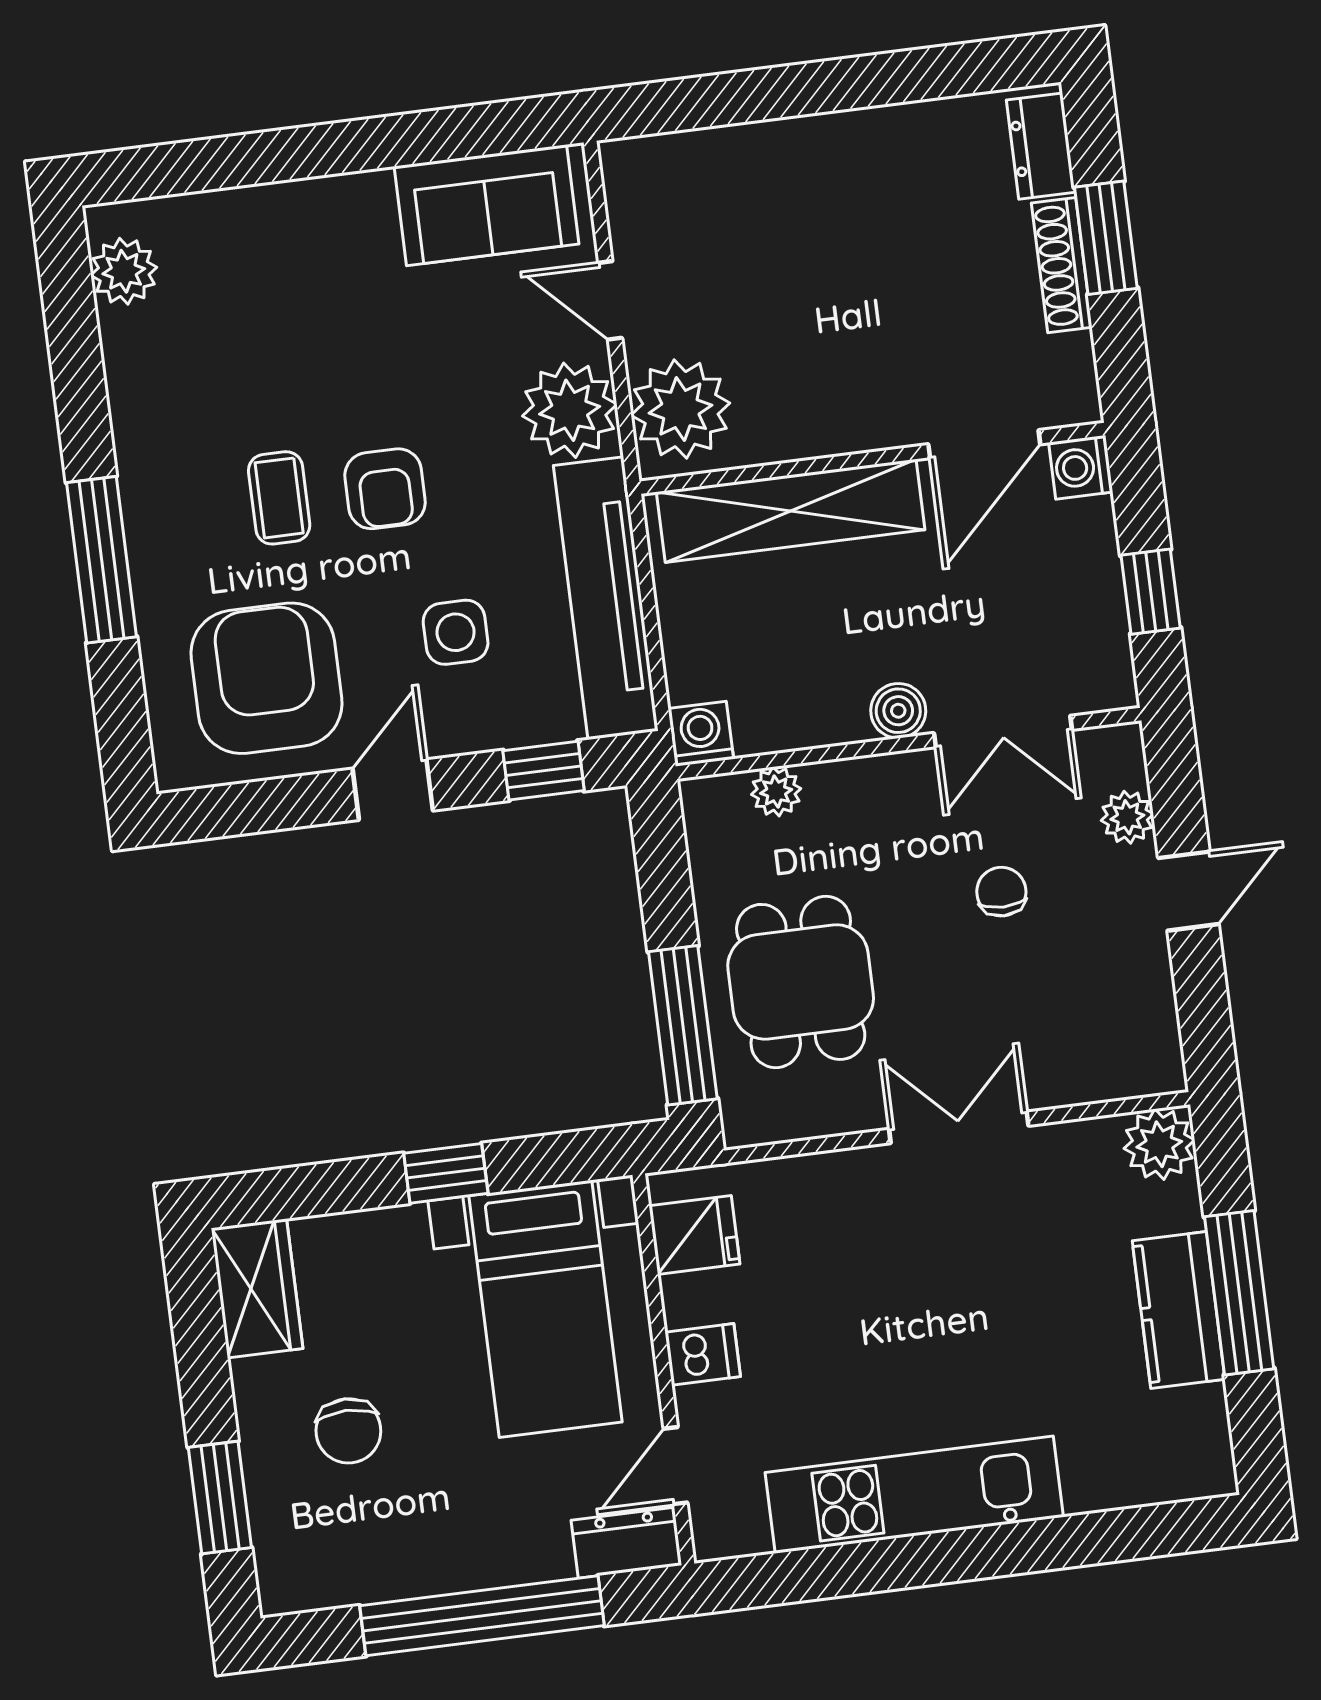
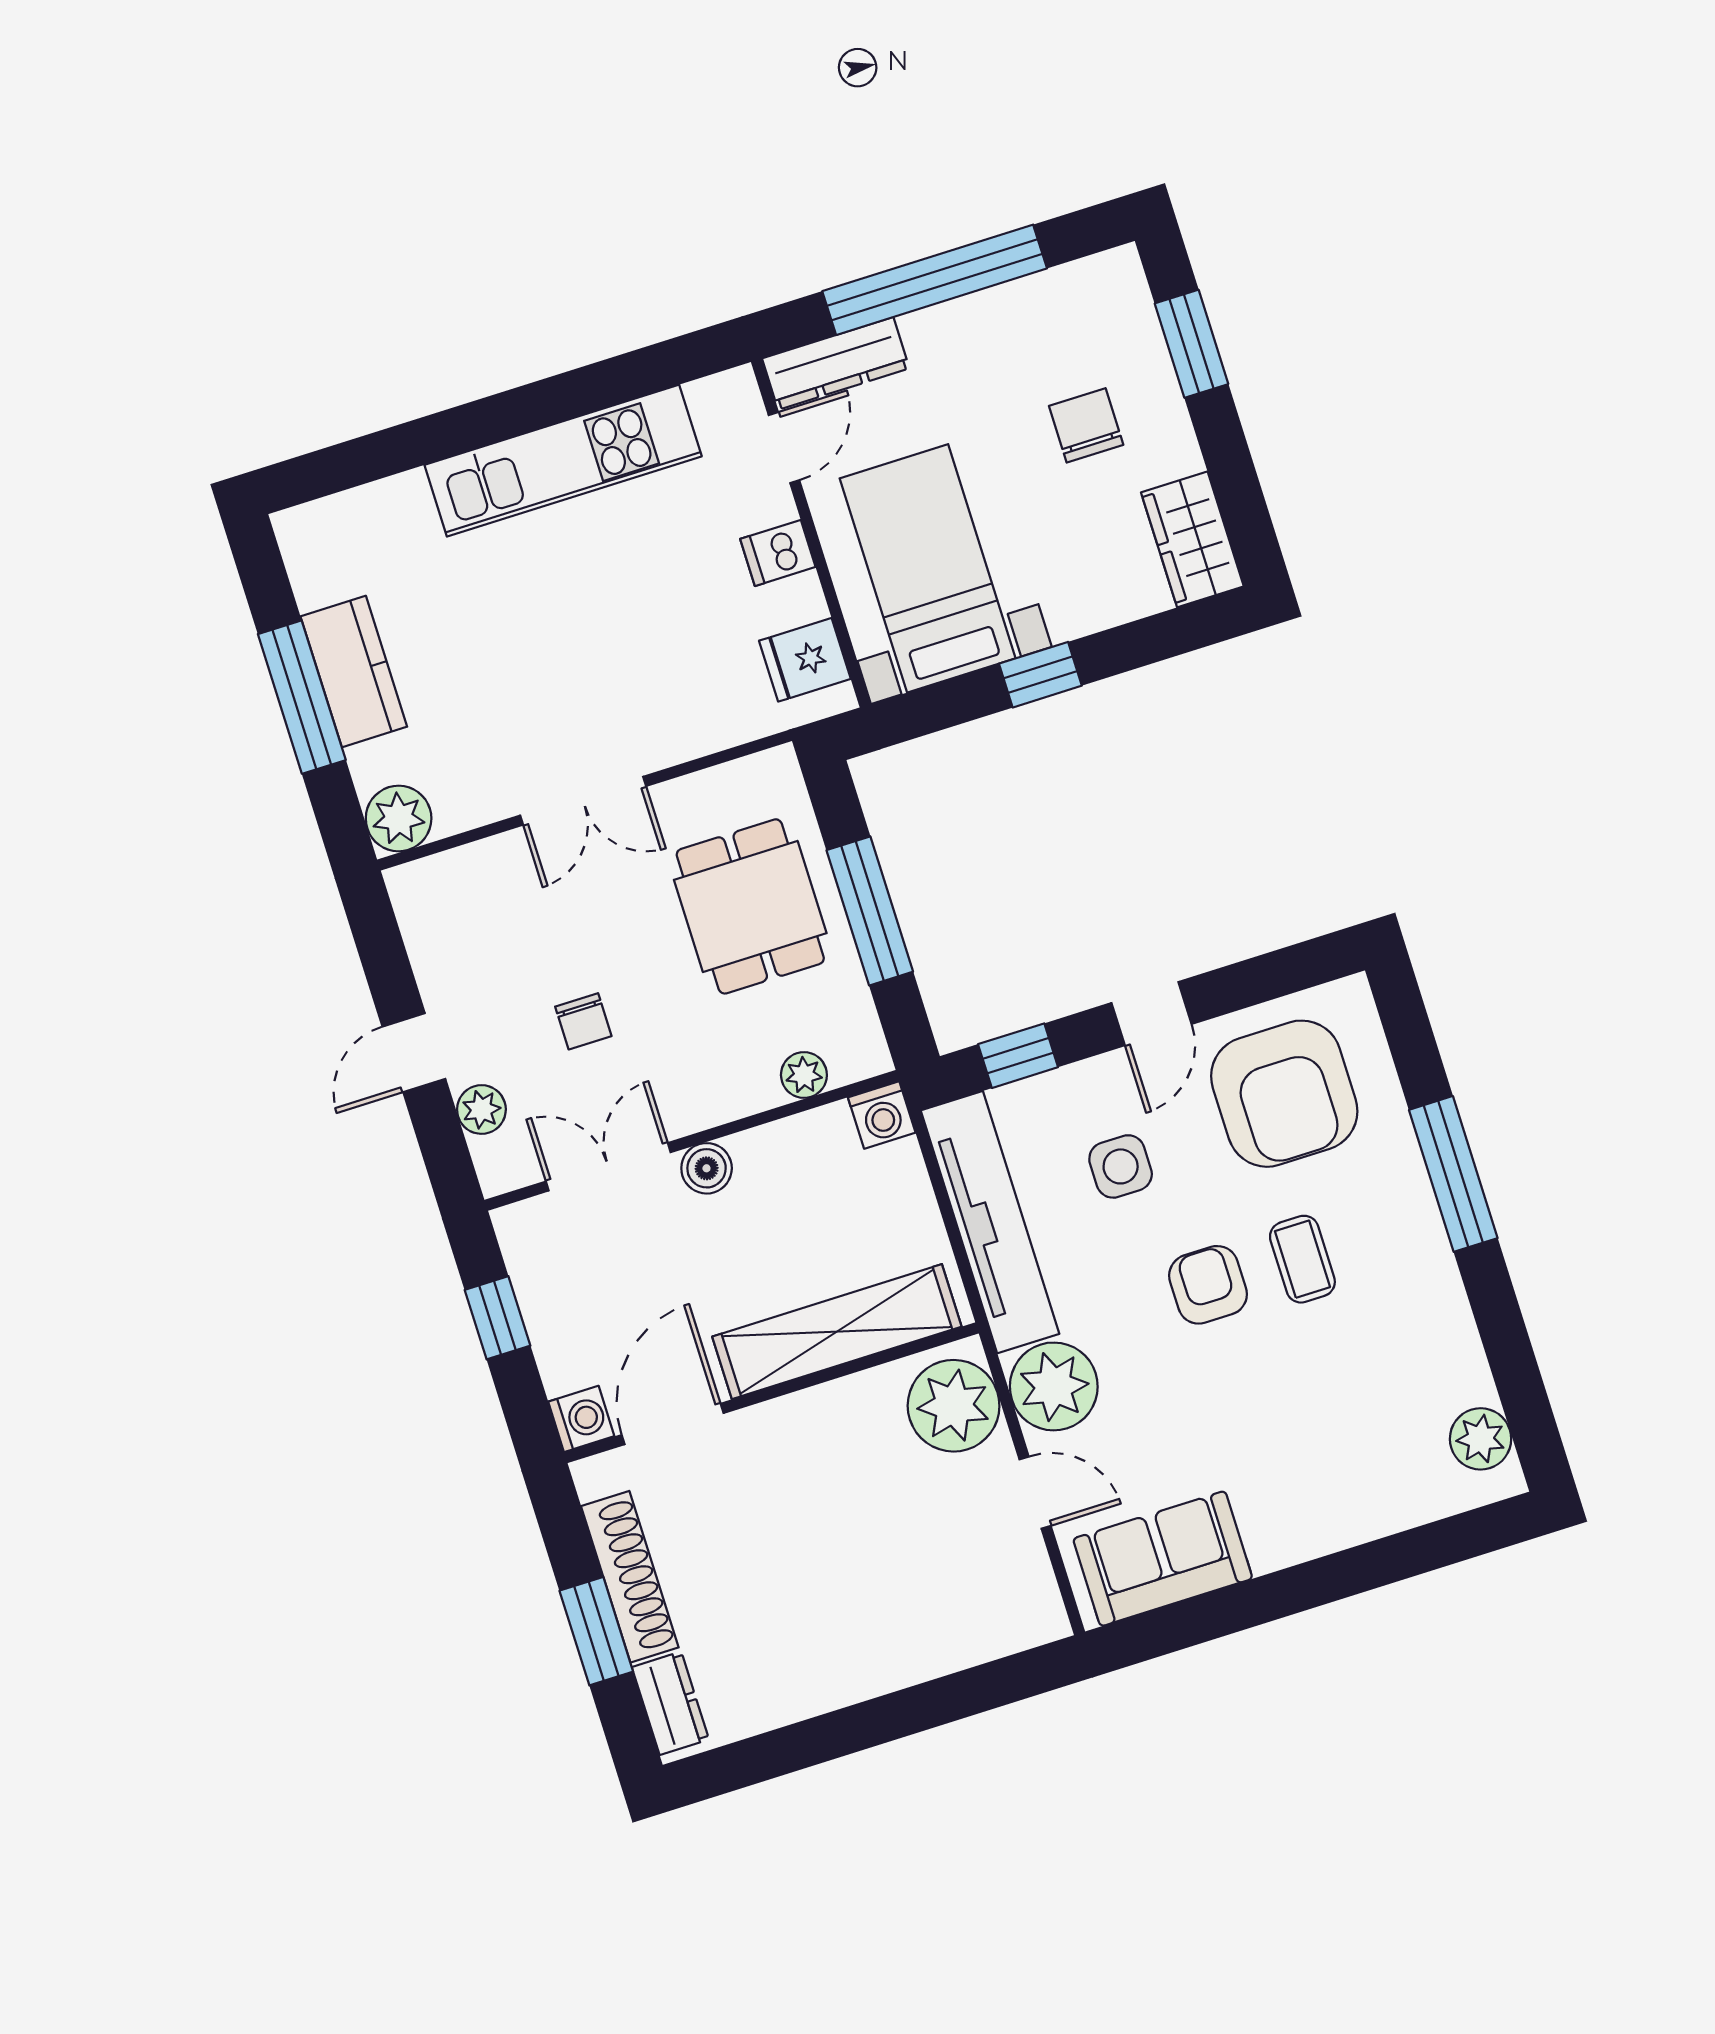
shoe rack: (1062, 265) -> (630, 1577), width x1.36, depth x1.24
window: (683, 1025) -> (870, 911), moved
dresser: (626, 1543) -> (836, 363), width x1.44

